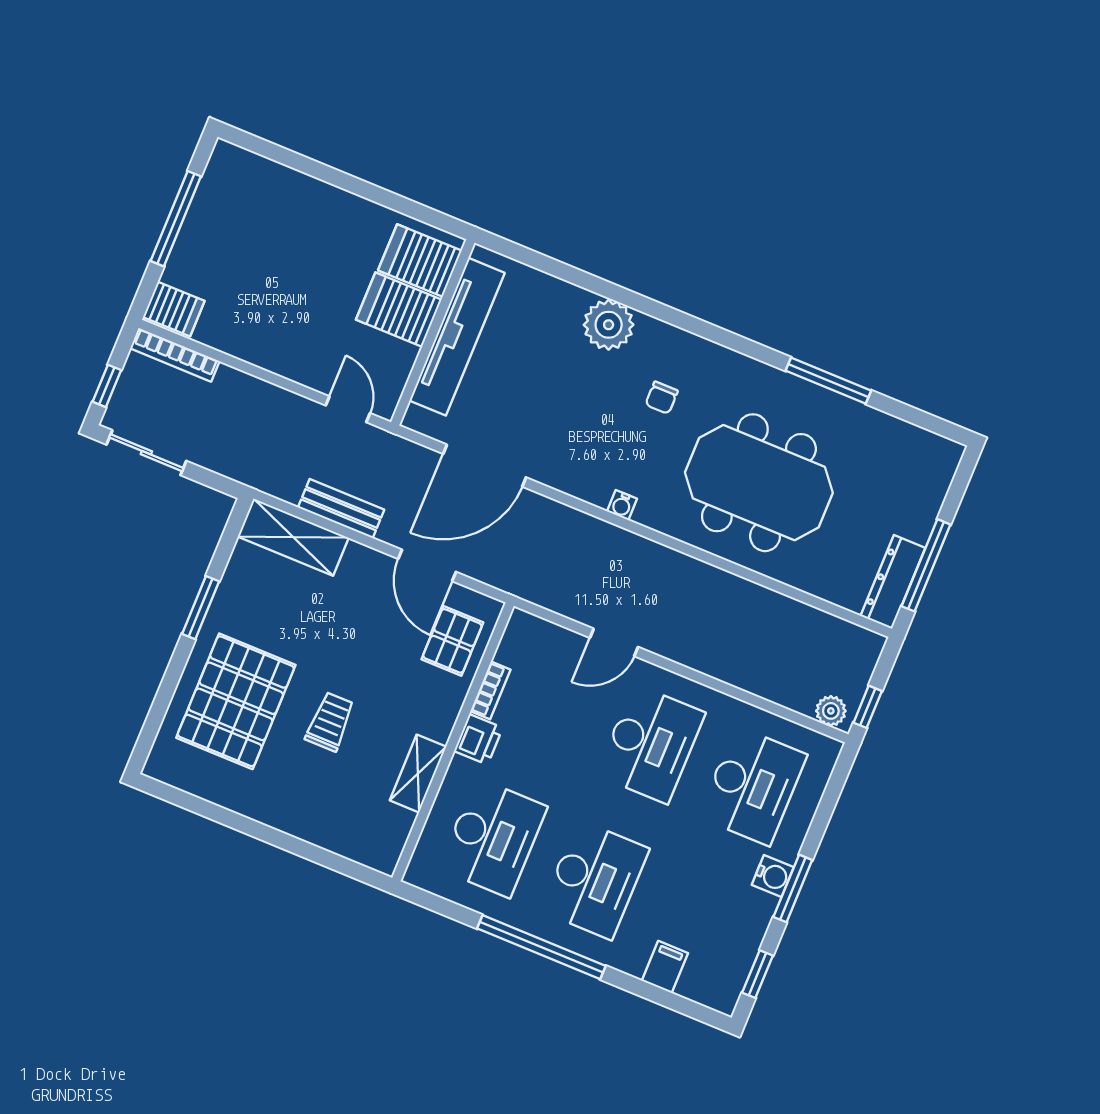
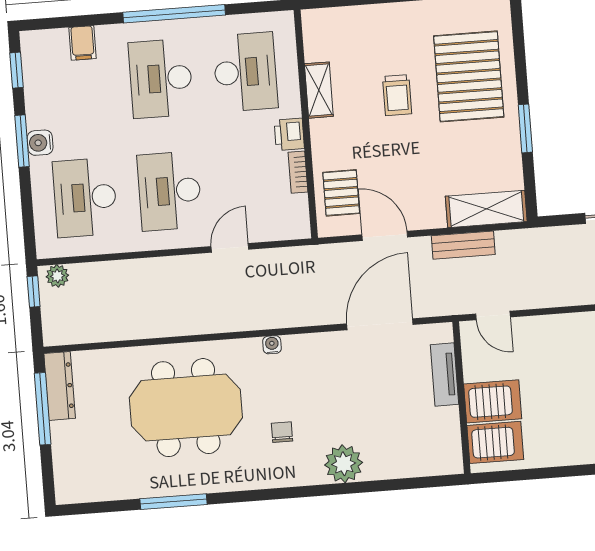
tv unit: (457, 337) -> (445, 374), width x0.52, depth x0.78
desk: (493, 838) -> (245, 72), turned 180

